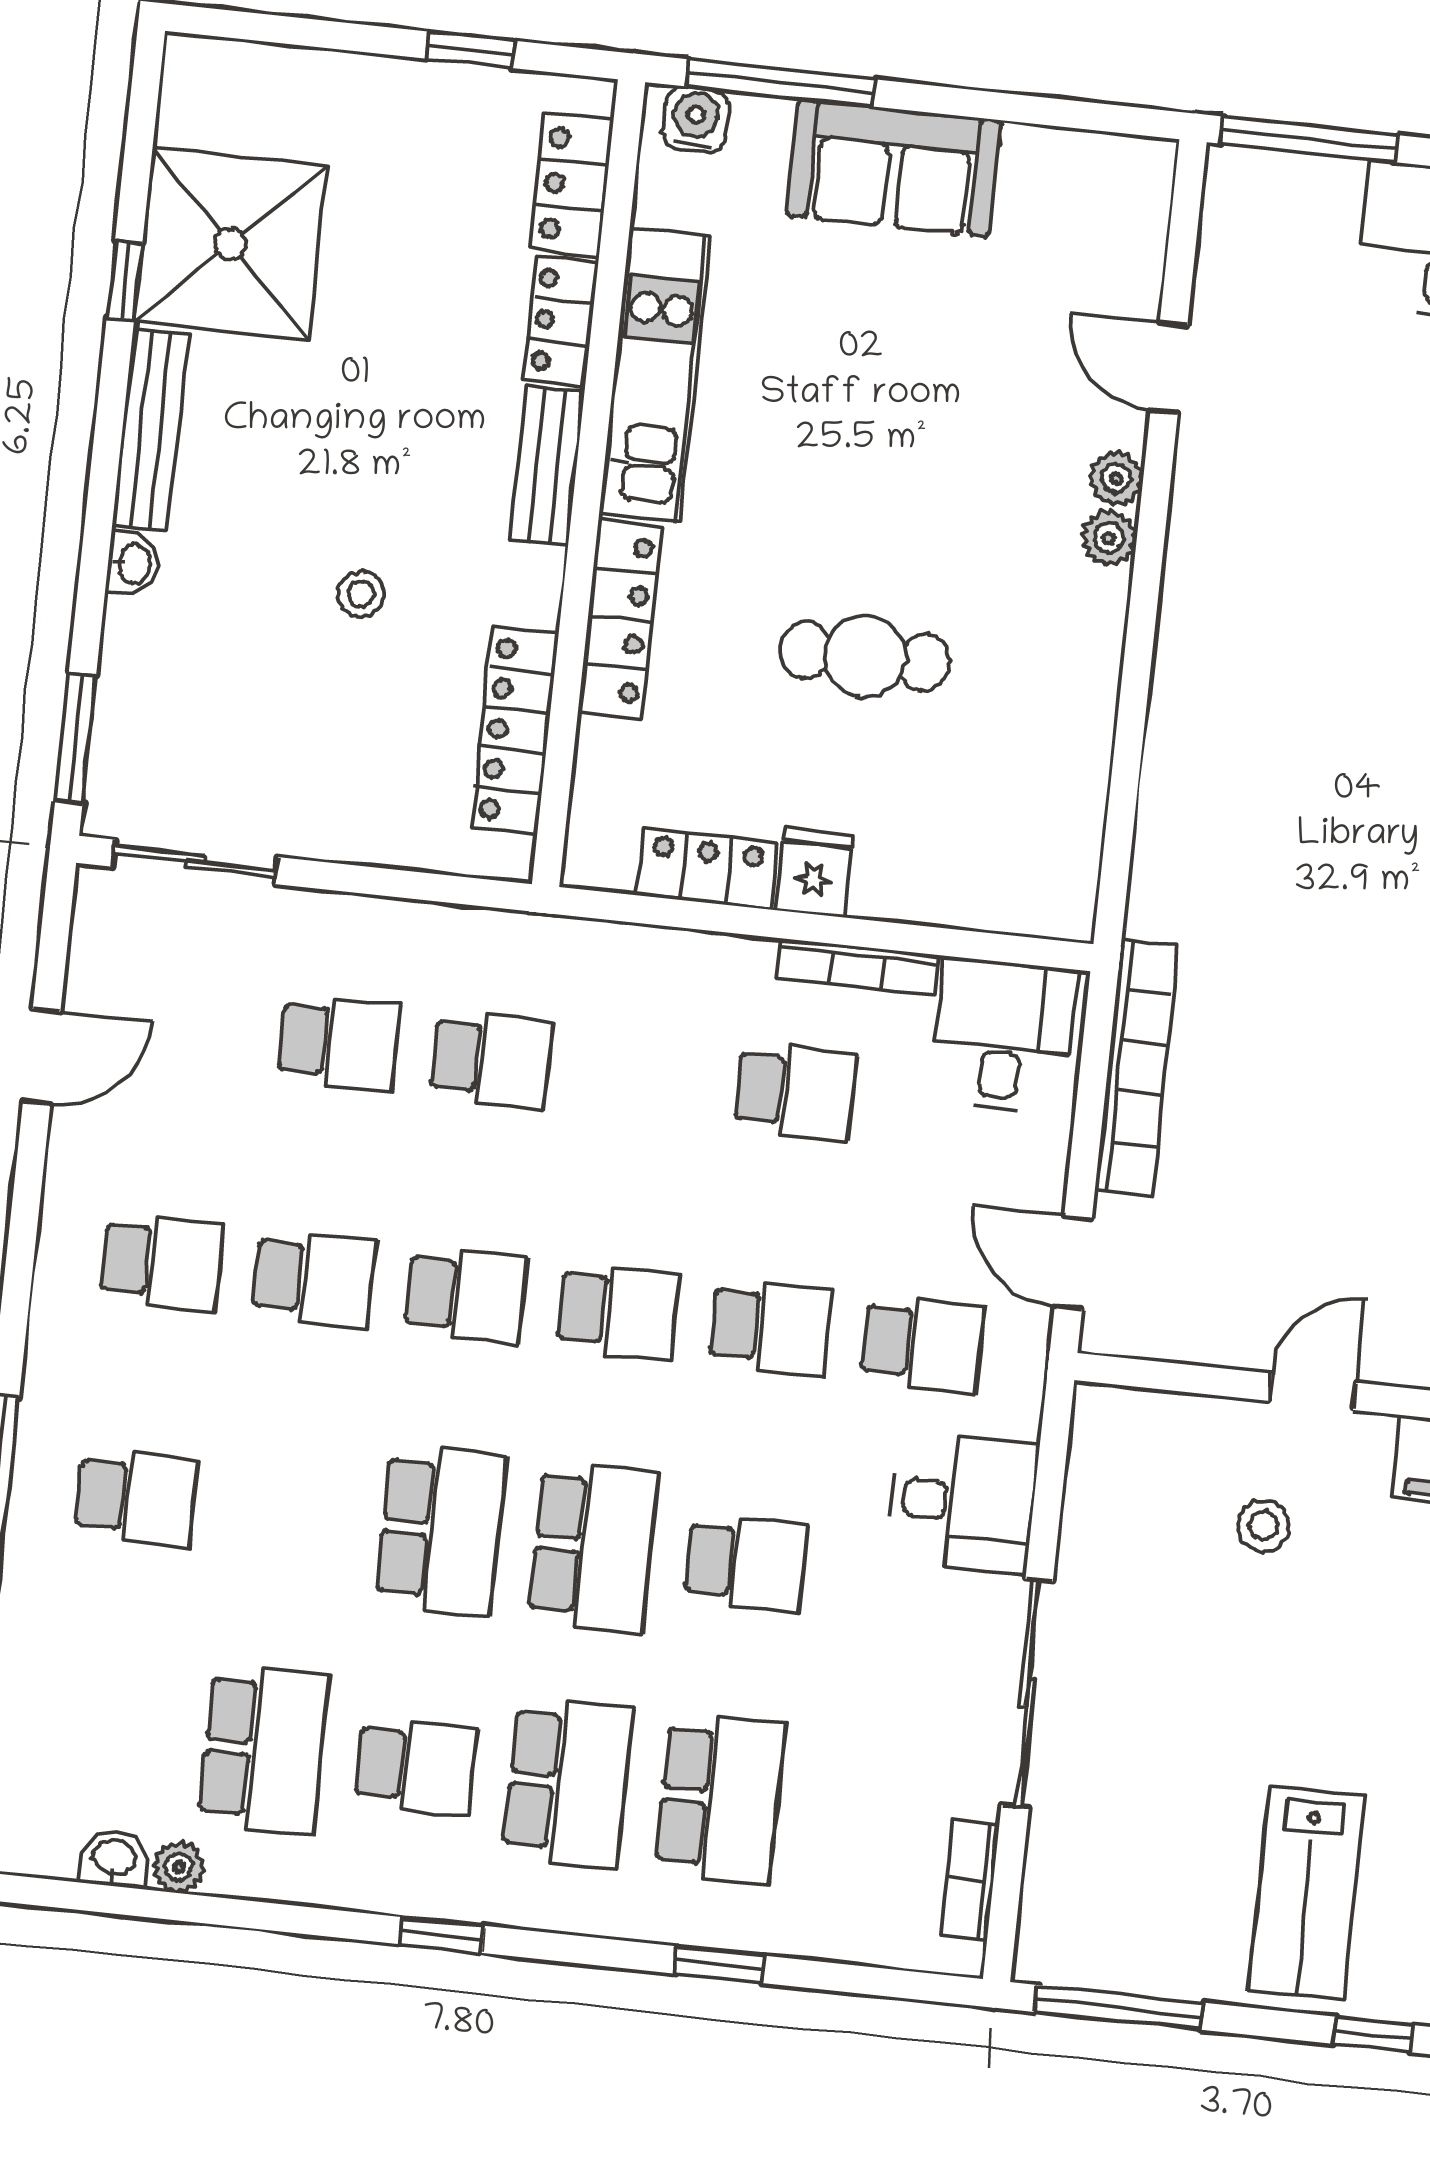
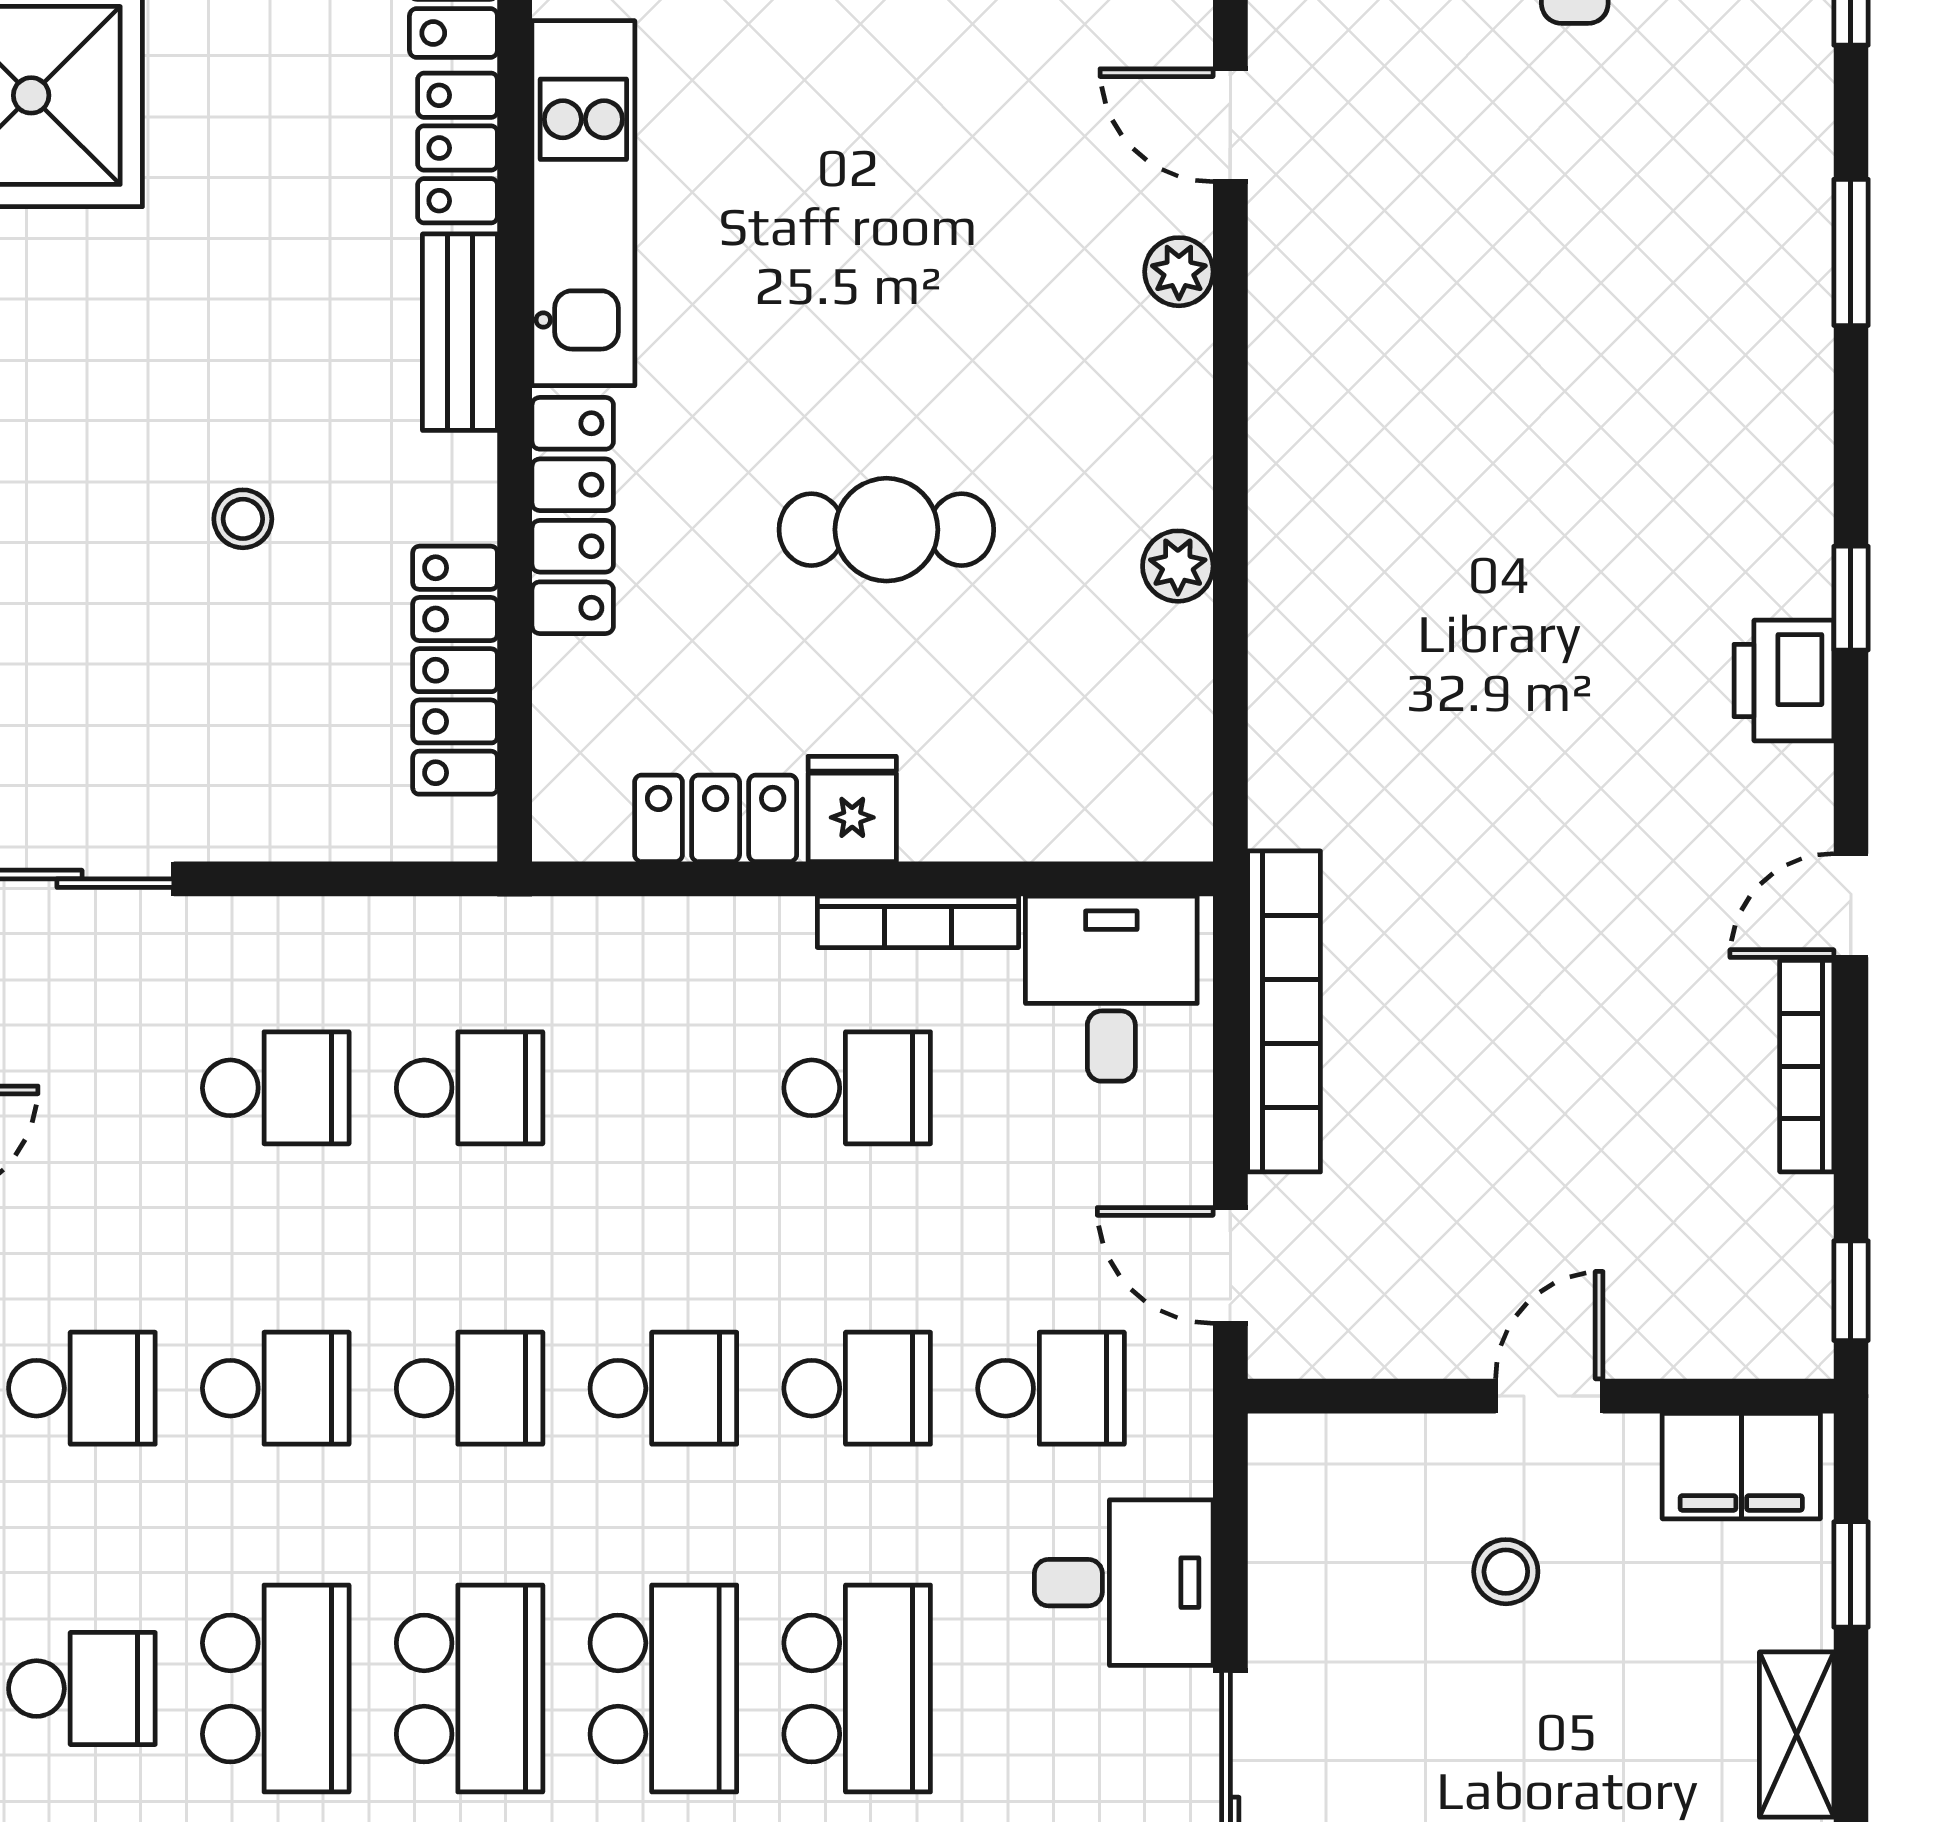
plant: (1109, 538) -> (1178, 566), moved
school desk: (289, 1514) -> (276, 1689), added
school desk: (745, 1563) -> (857, 1689), width x1.85

